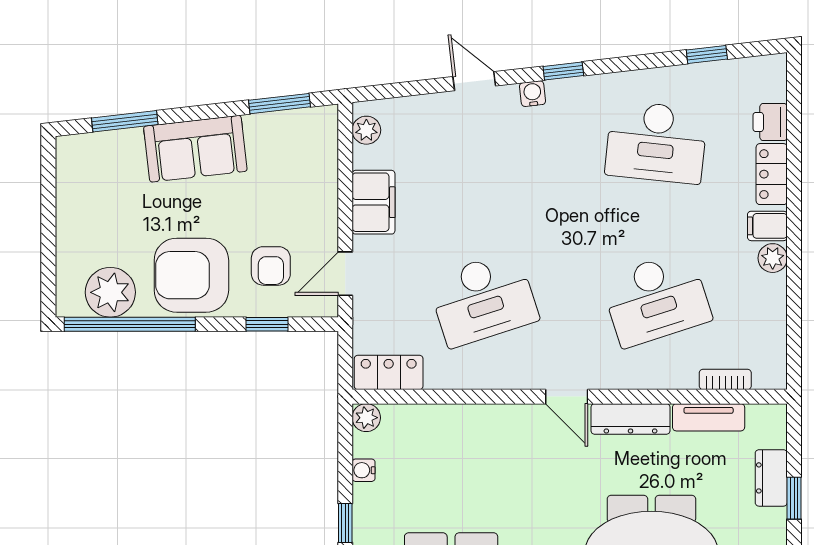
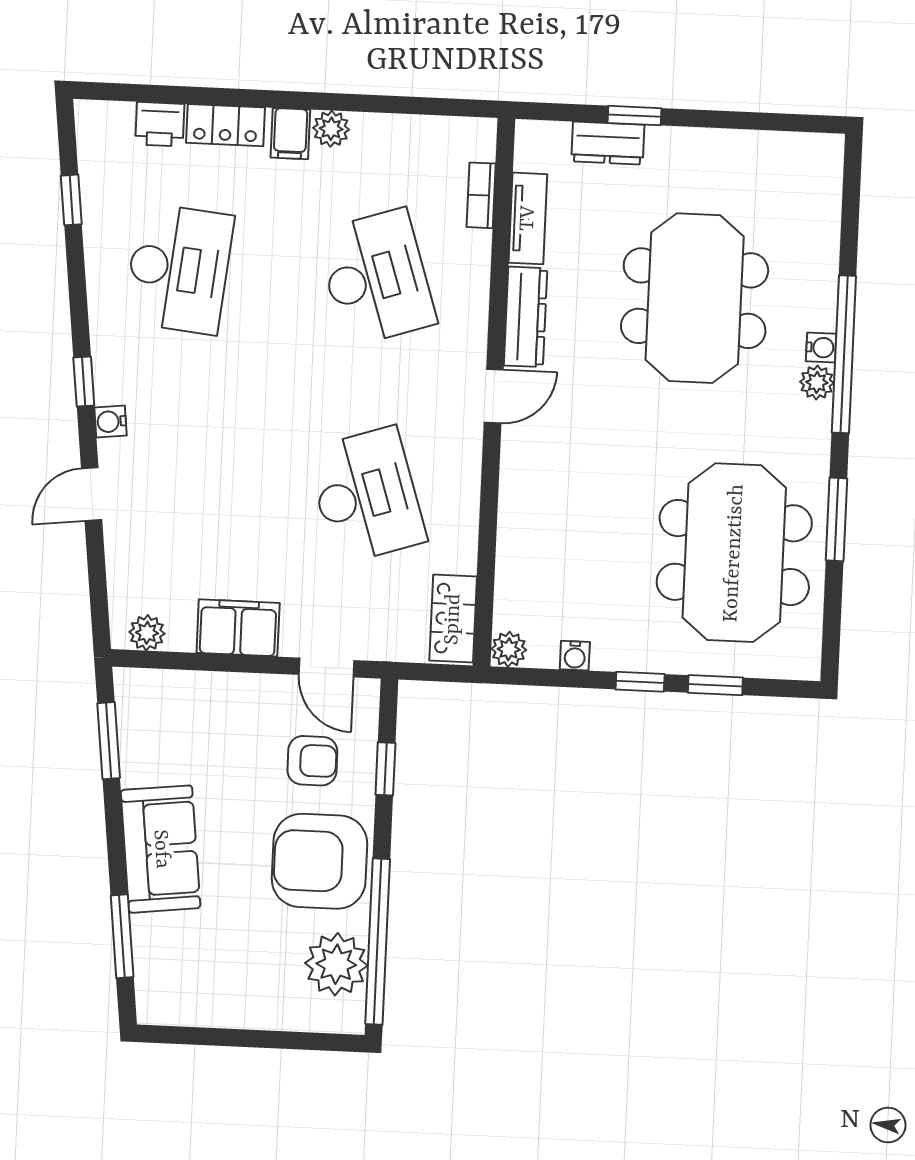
armchair: (191, 275) -> (319, 861), turned 90

